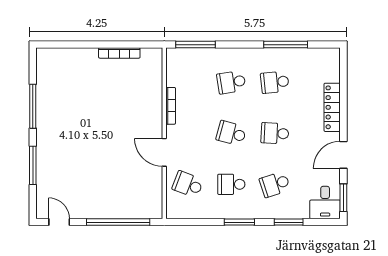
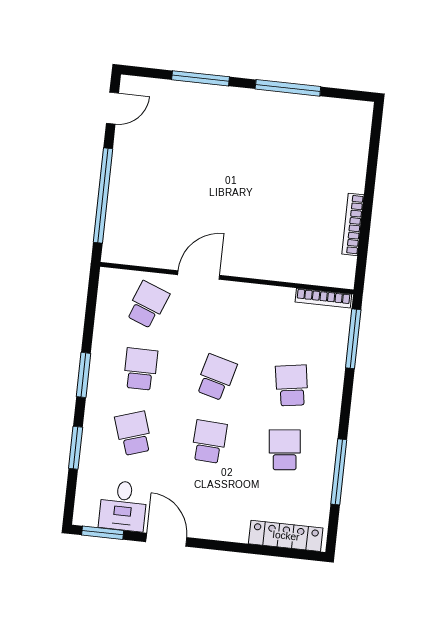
bookcase: (171, 106) -> (323, 298), moved
locker: (332, 107) -> (286, 536), moved
desk: (325, 203) -> (123, 506), moved, turned -90

